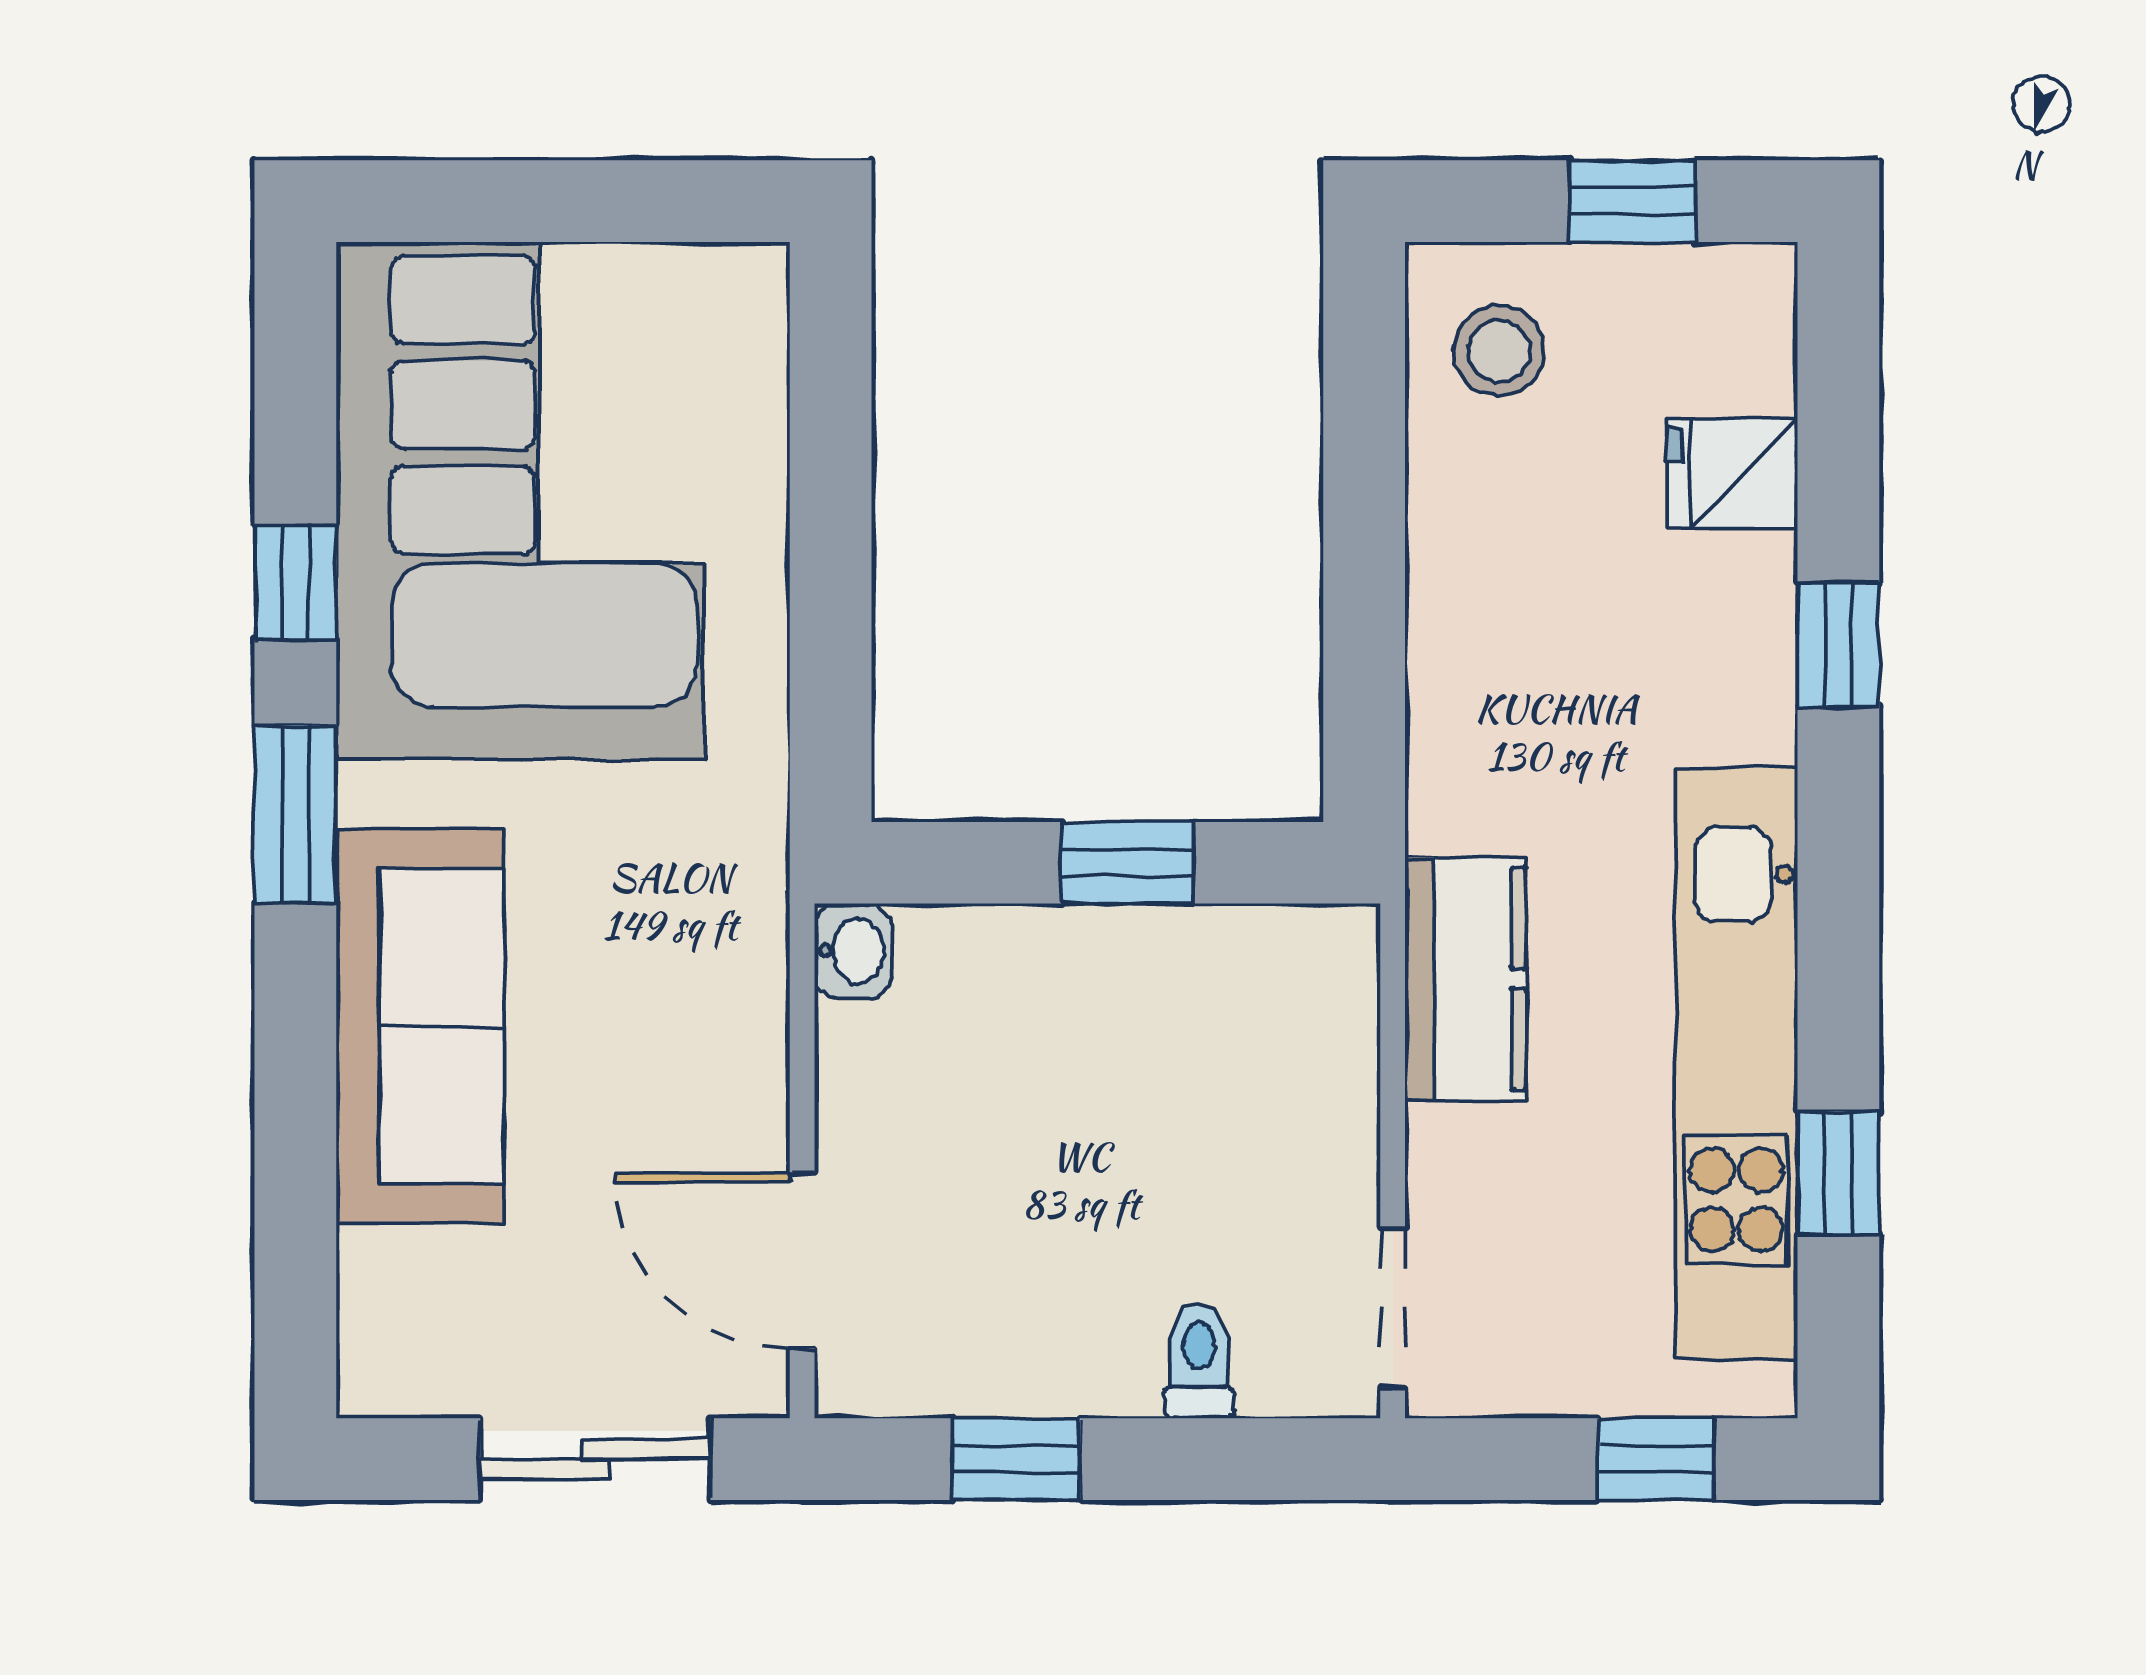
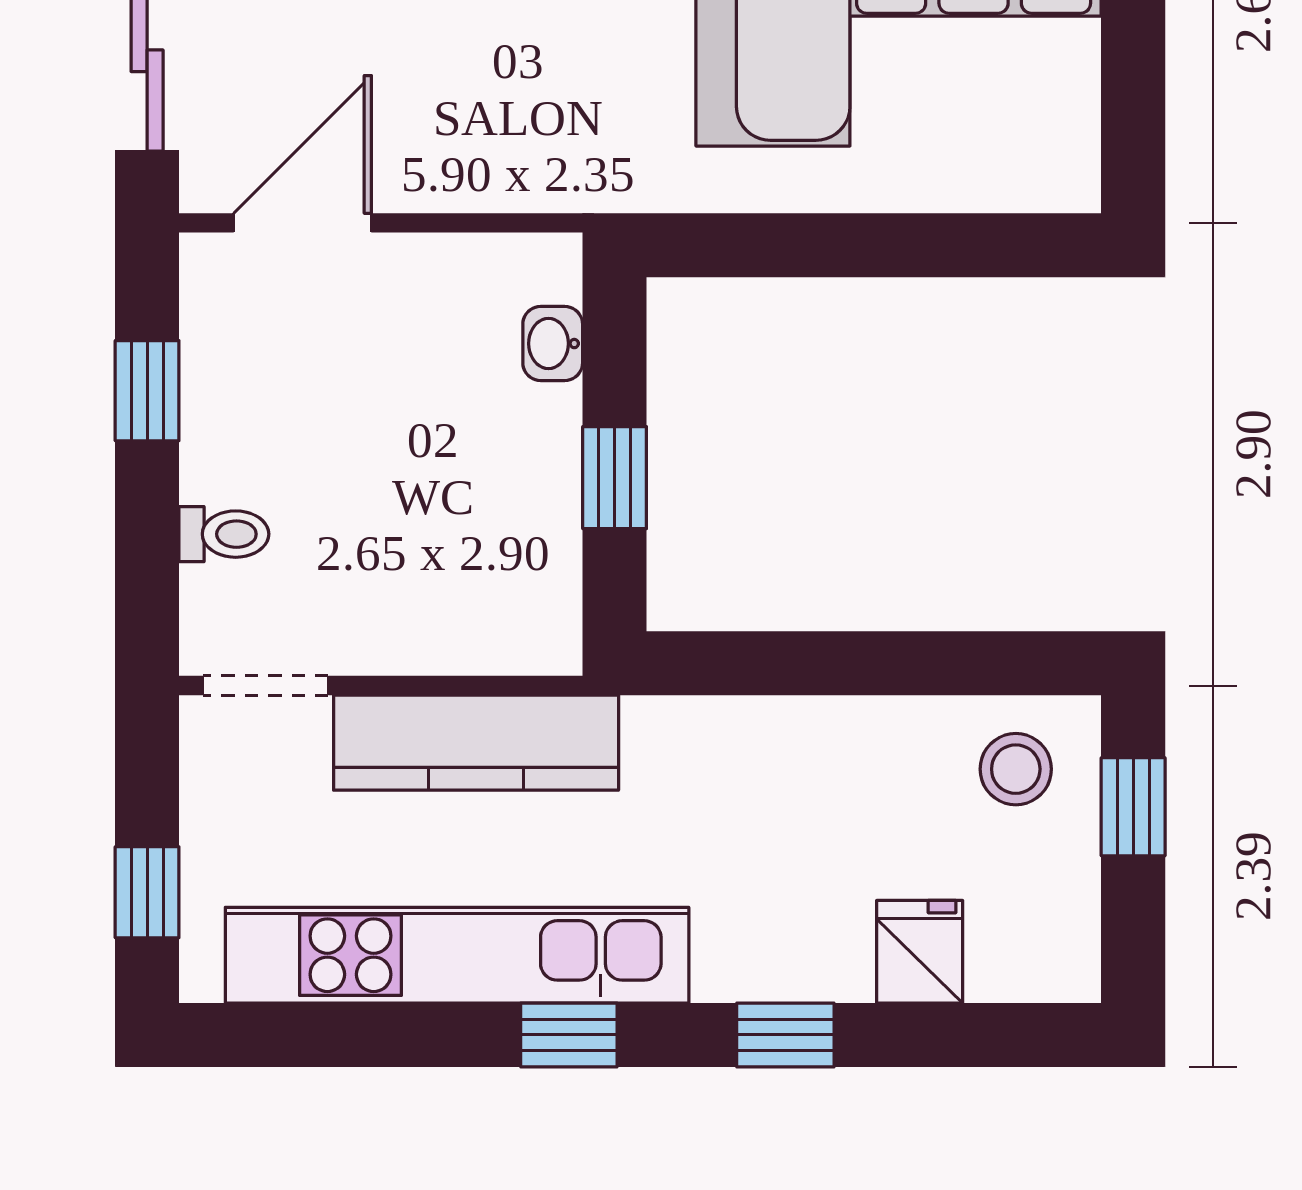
window: (1632, 201) -> (1133, 807), moved
washbasin: (853, 951) -> (553, 344), moved, turned 90
kitchen counter: (1465, 979) -> (476, 743), width x1.50
window: (1838, 1173) -> (569, 1035), moved

